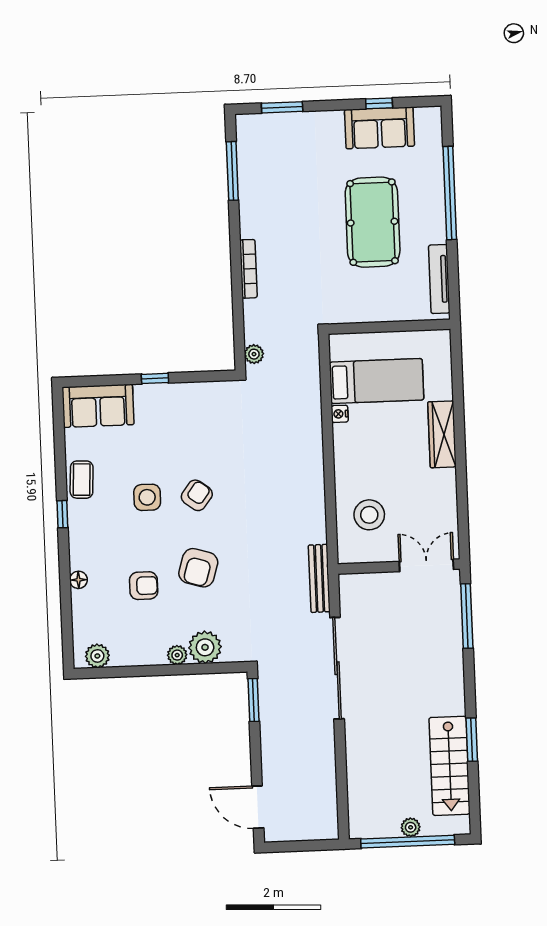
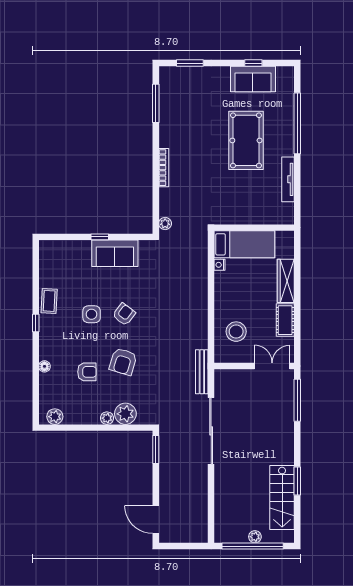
wall: (389, 327) -> (254, 228), moved
sofa: (98, 406) -> (115, 253), moved
cot: (444, 494) -> (285, 320), added

